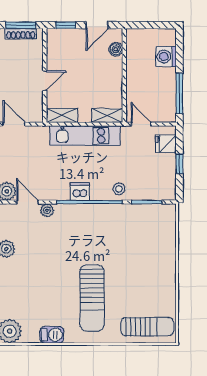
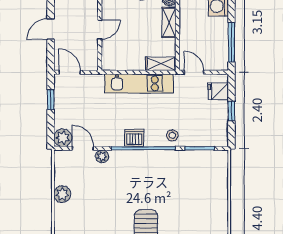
shelving: (62, 115) -> (169, 22), moved, turned 90

